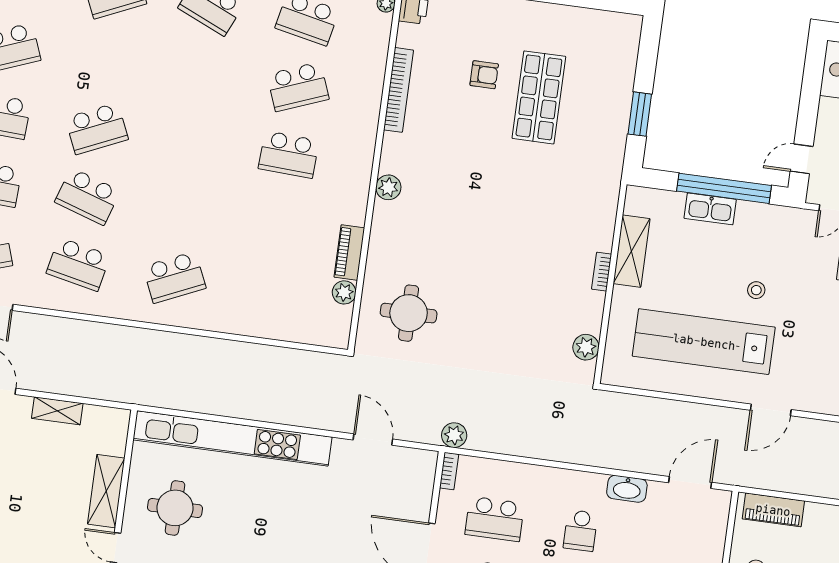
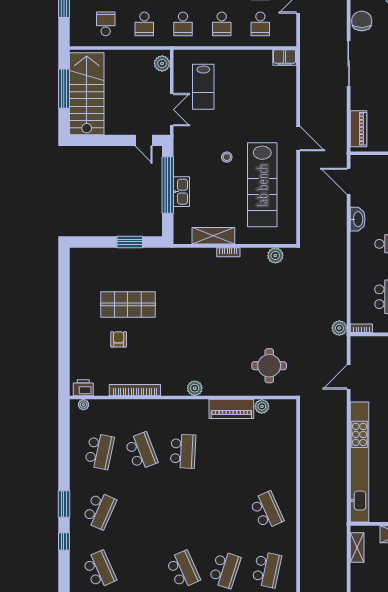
piano: (349, 253) -> (231, 409), width x1.37, depth x1.33
shelving: (57, 411) -> (357, 548), moved

